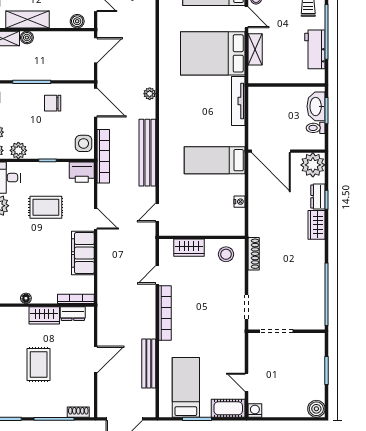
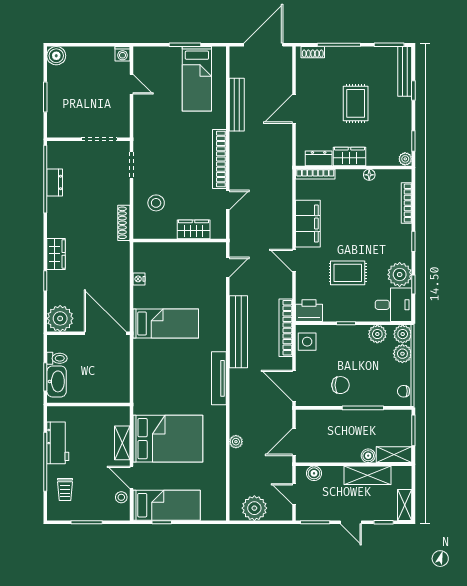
plant: (150, 94) -> (236, 442), moved
tv unit: (238, 101) -> (219, 378), moved, turned 180
dresser: (318, 197) -> (55, 182), moved
stool: (226, 254) -> (156, 203), moved
cot: (228, 408) -> (151, 56), removed

